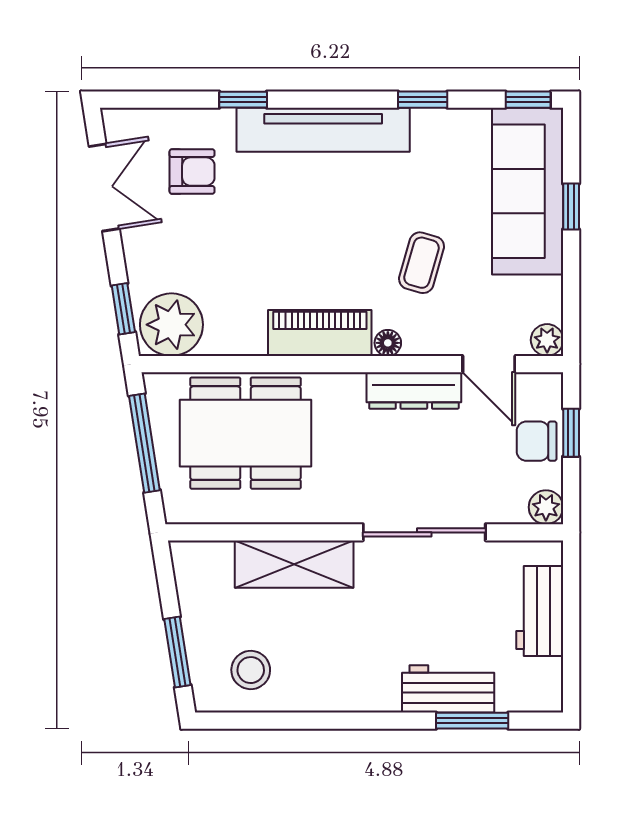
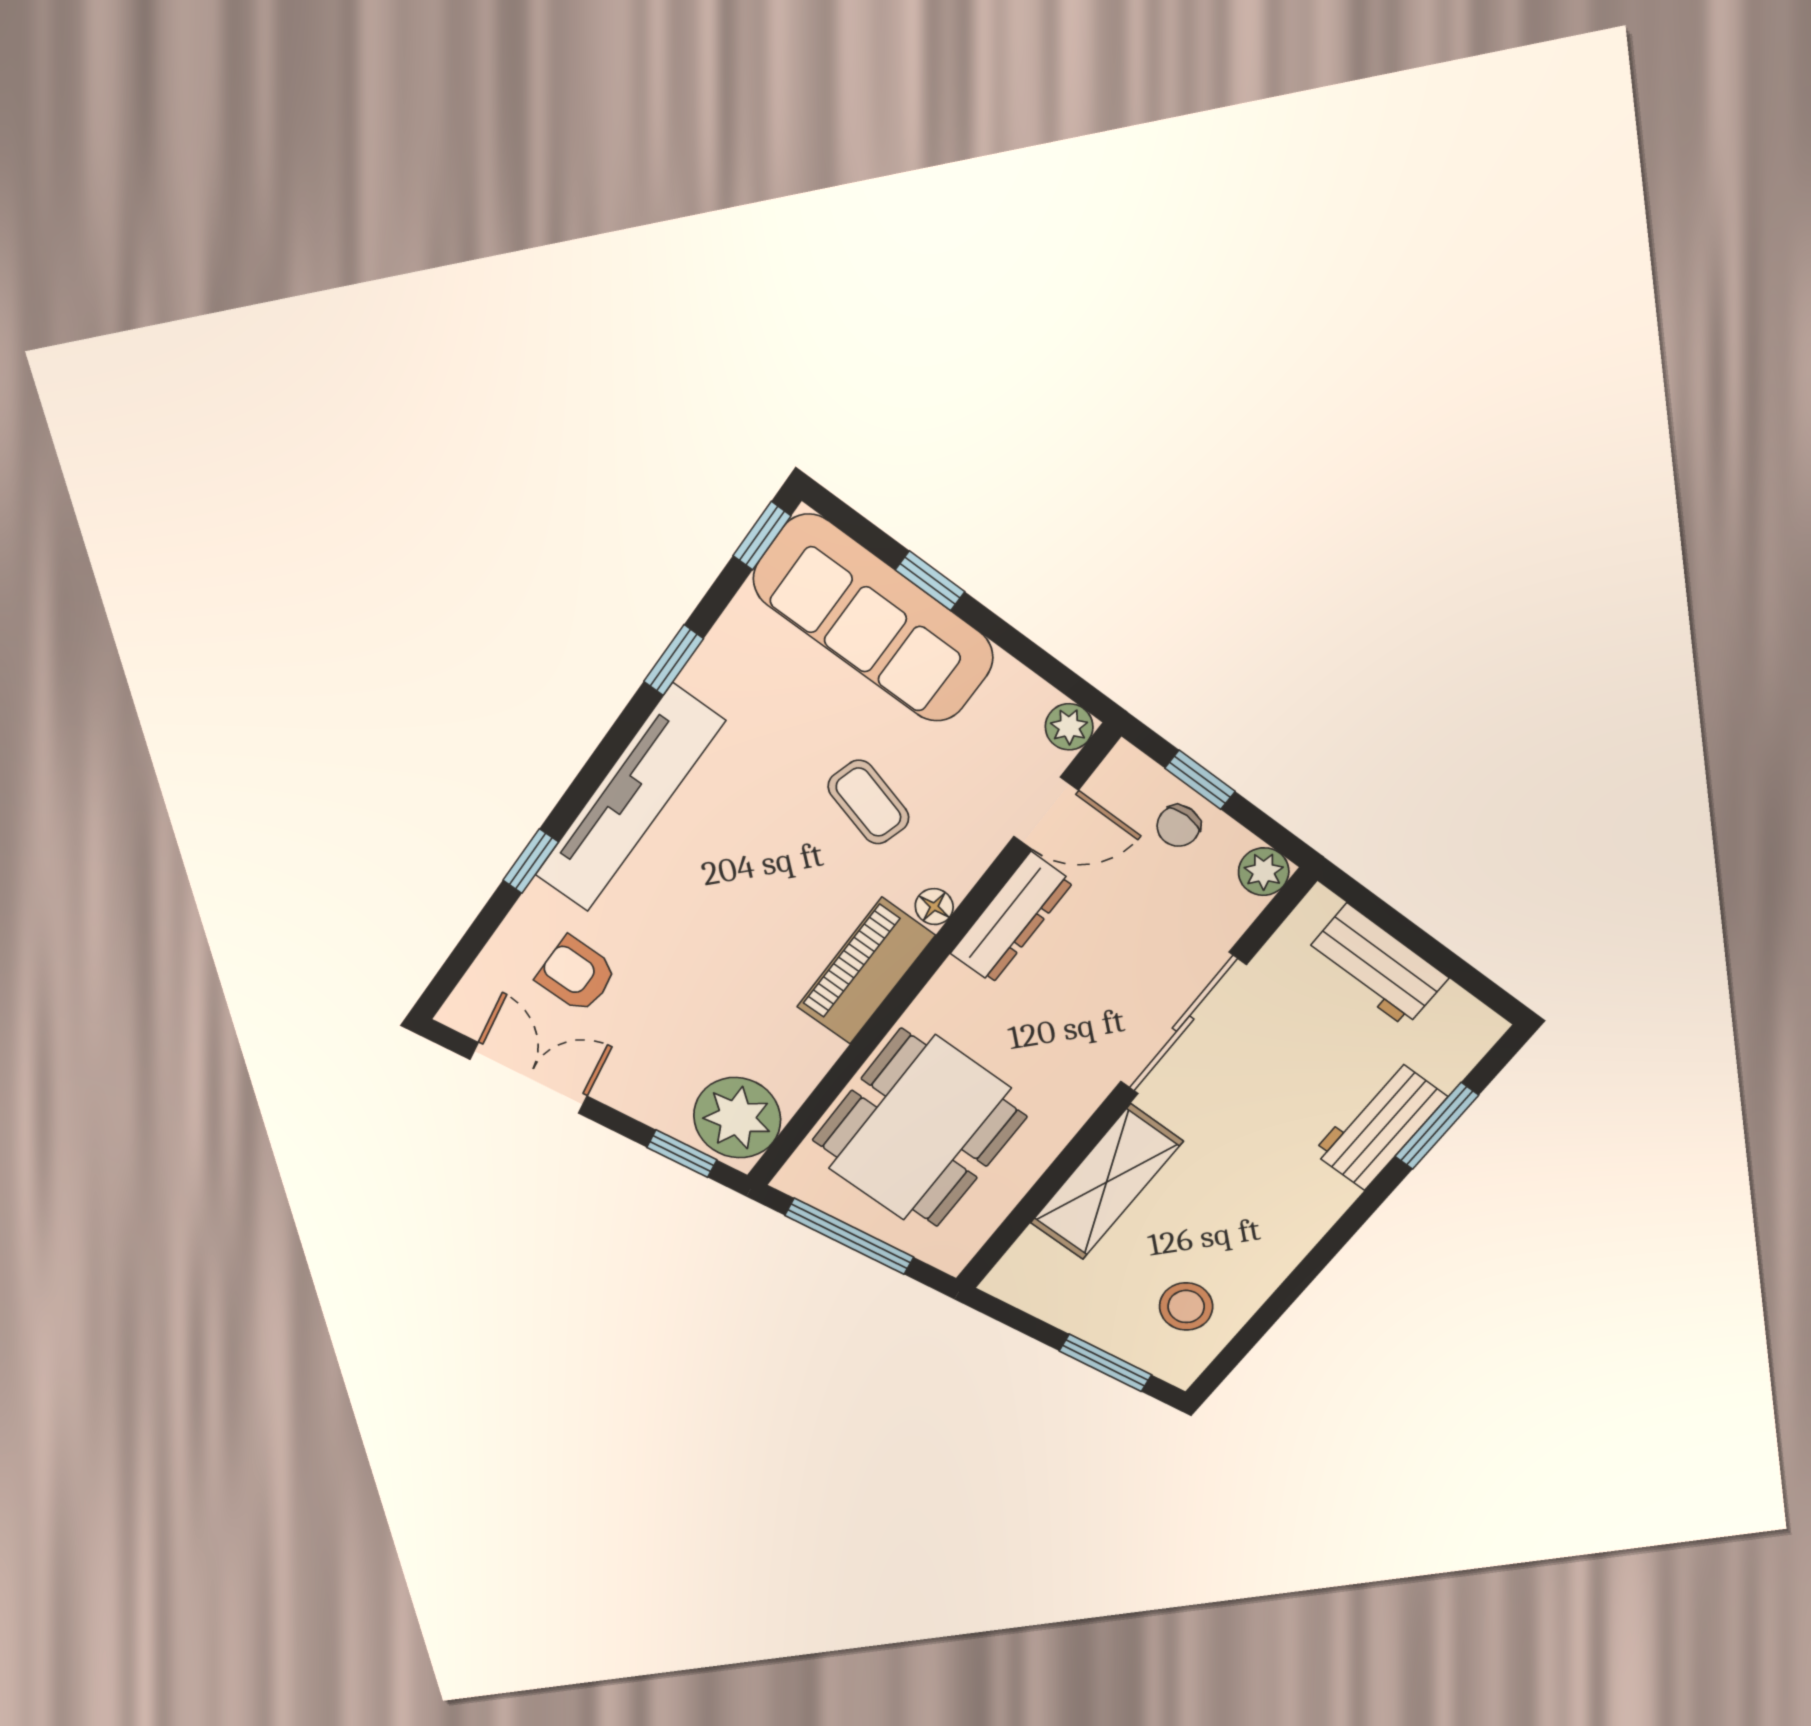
armchair: (192, 172) -> (576, 974), turned -90
chair: (537, 441) -> (1179, 826), width x0.73, depth x0.73

